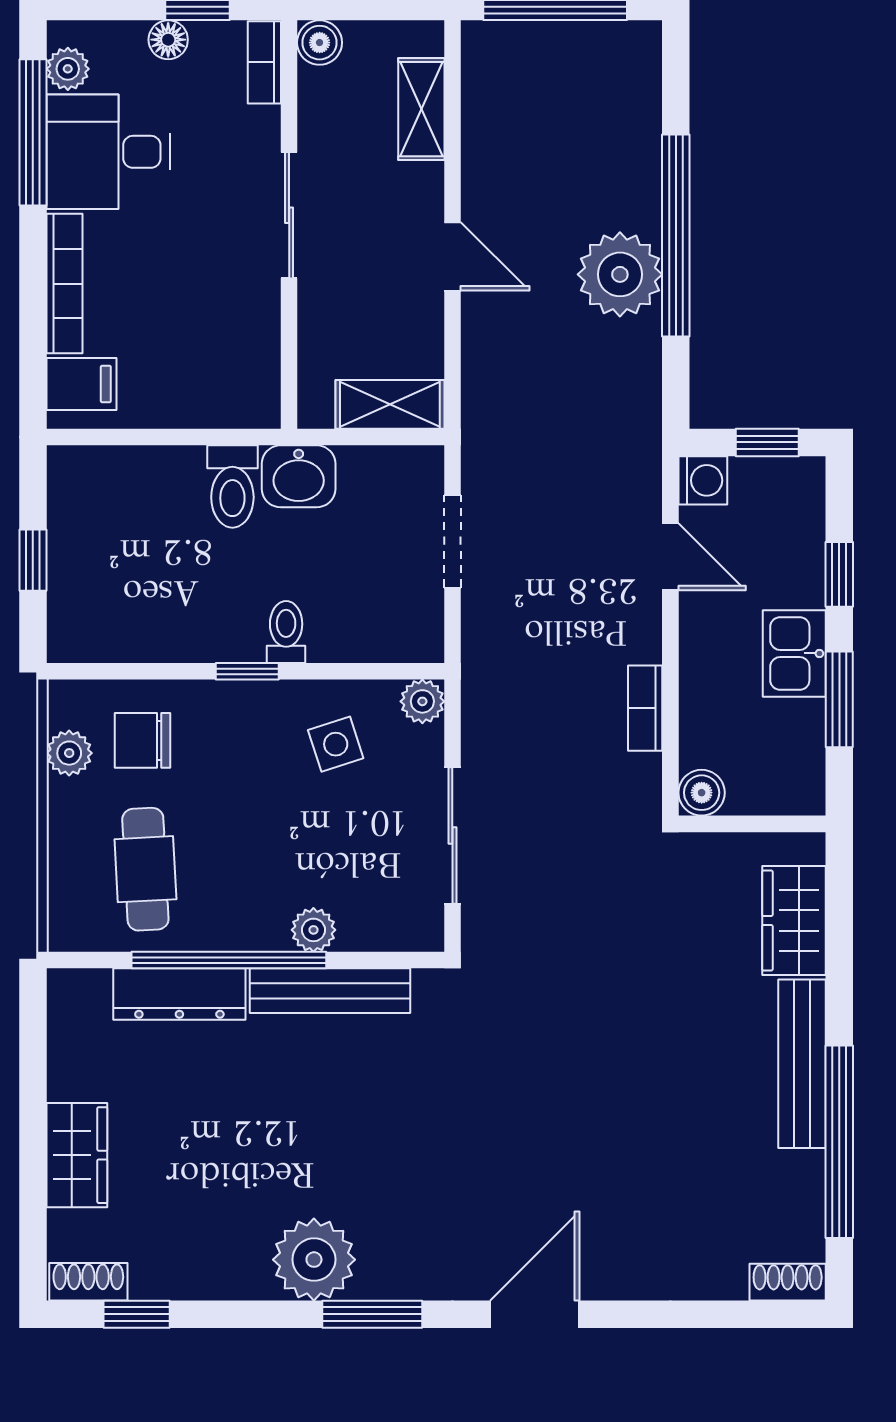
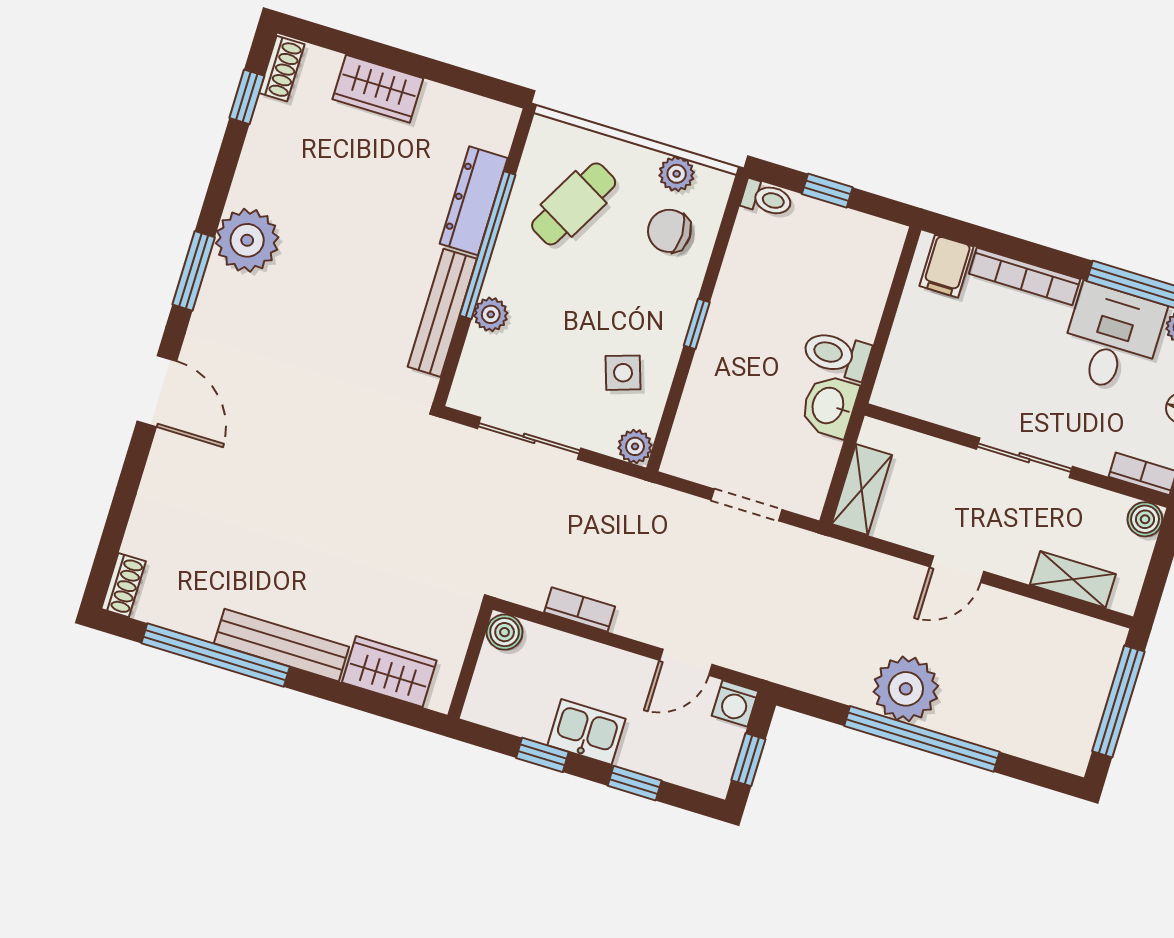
toilet: (286, 632) -> (767, 199), moved
window: (839, 699) -> (542, 755), width x0.67
chair: (143, 740) -> (669, 231), turned -90
cafe table: (145, 869) -> (574, 204), turned -58

